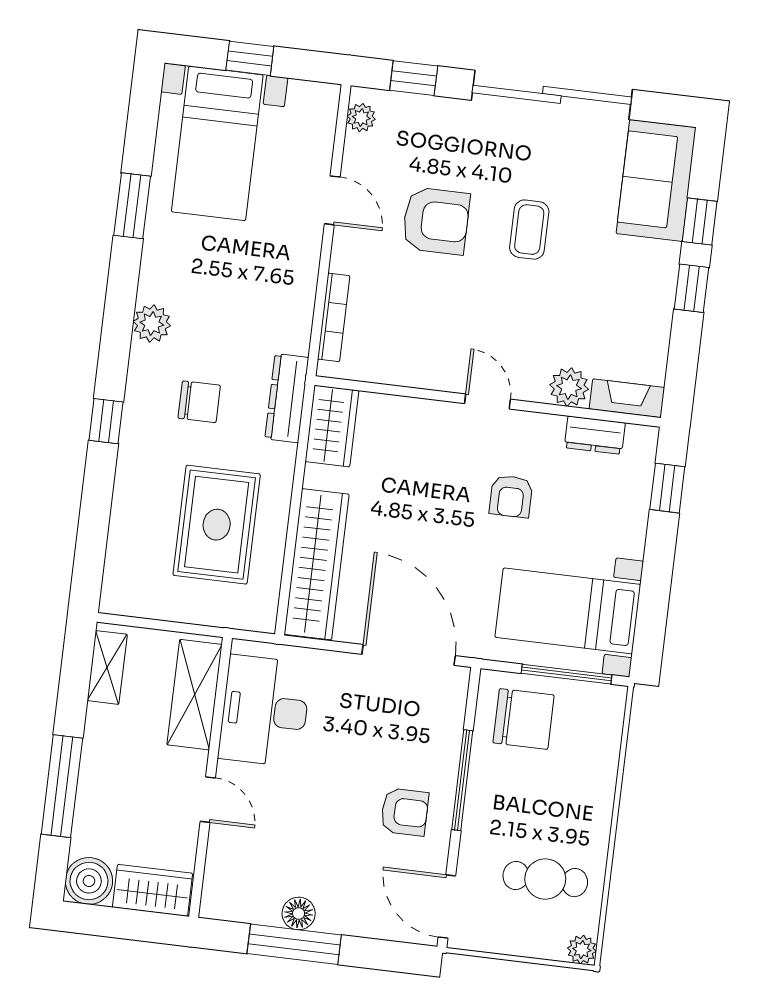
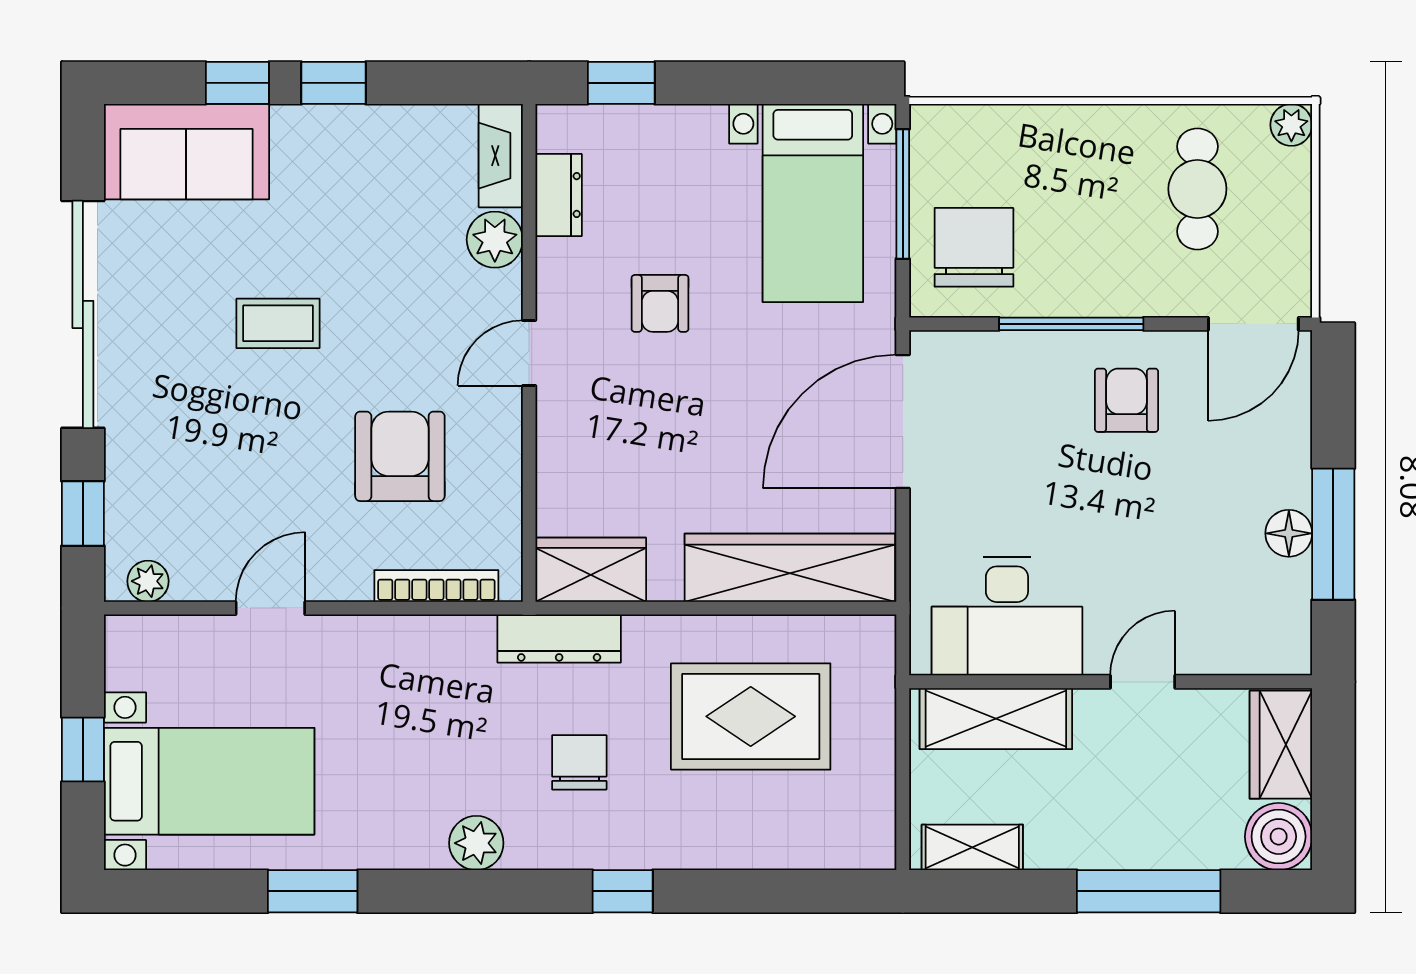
armchair: (436, 221) -> (400, 456), moved
armchair: (511, 496) -> (660, 303), turned 90

